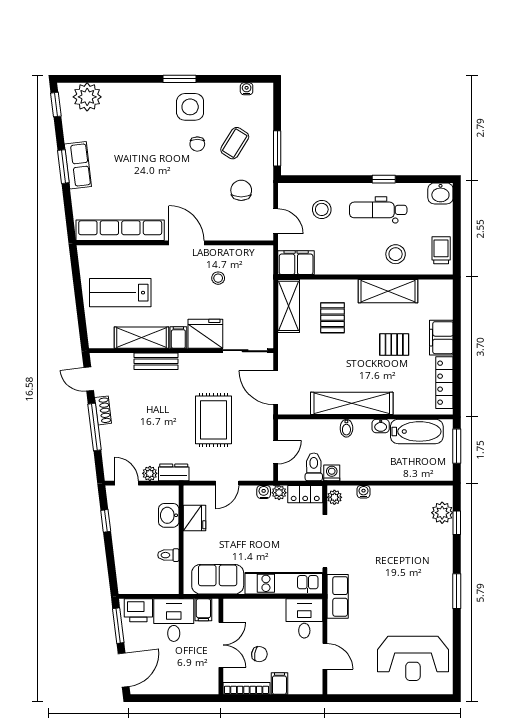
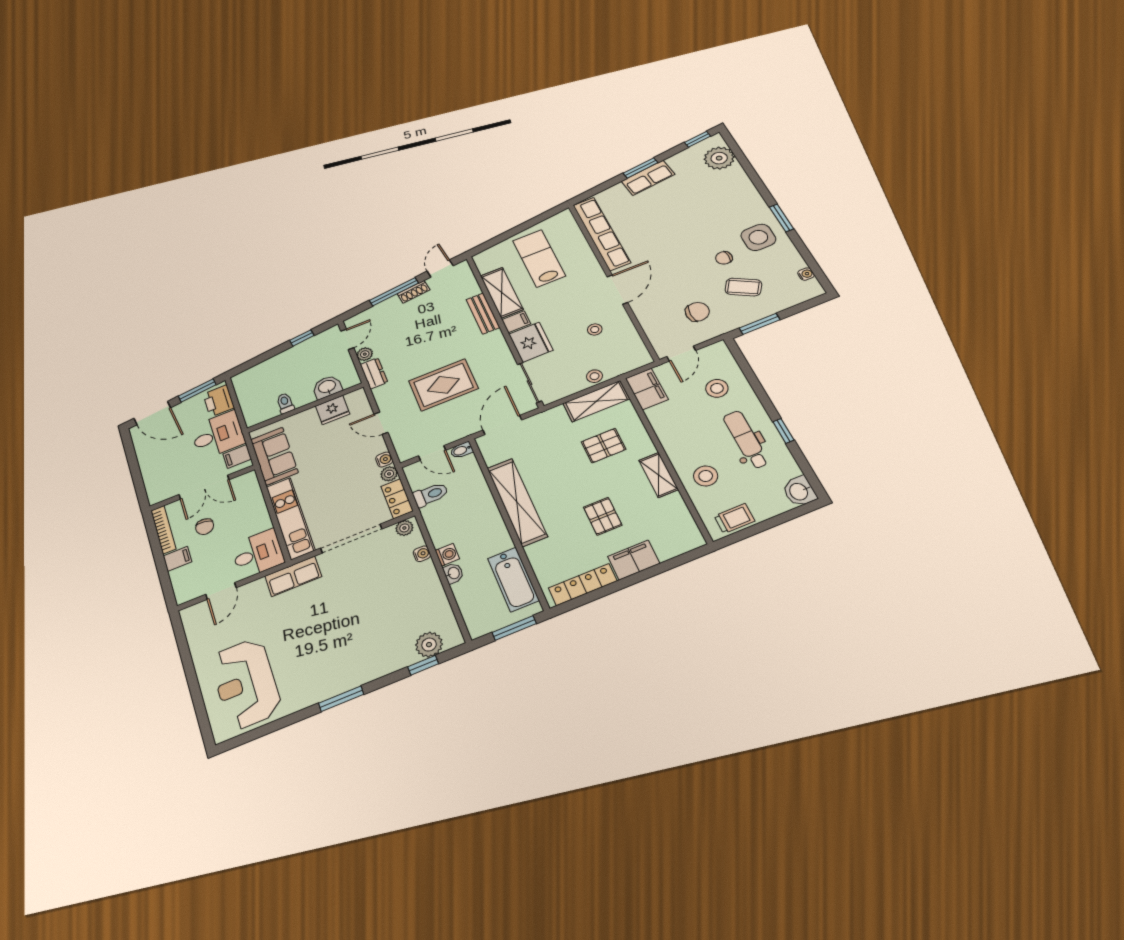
shelving: (388, 291) -> (659, 475), width x0.67, depth x0.75
stool: (264, 297) -> (594, 376), added
washbasin: (381, 426) -> (453, 573), moved, turned 180
bidet: (346, 428) -> (462, 450), moved
washing machine: (332, 473) -> (447, 555), moved

